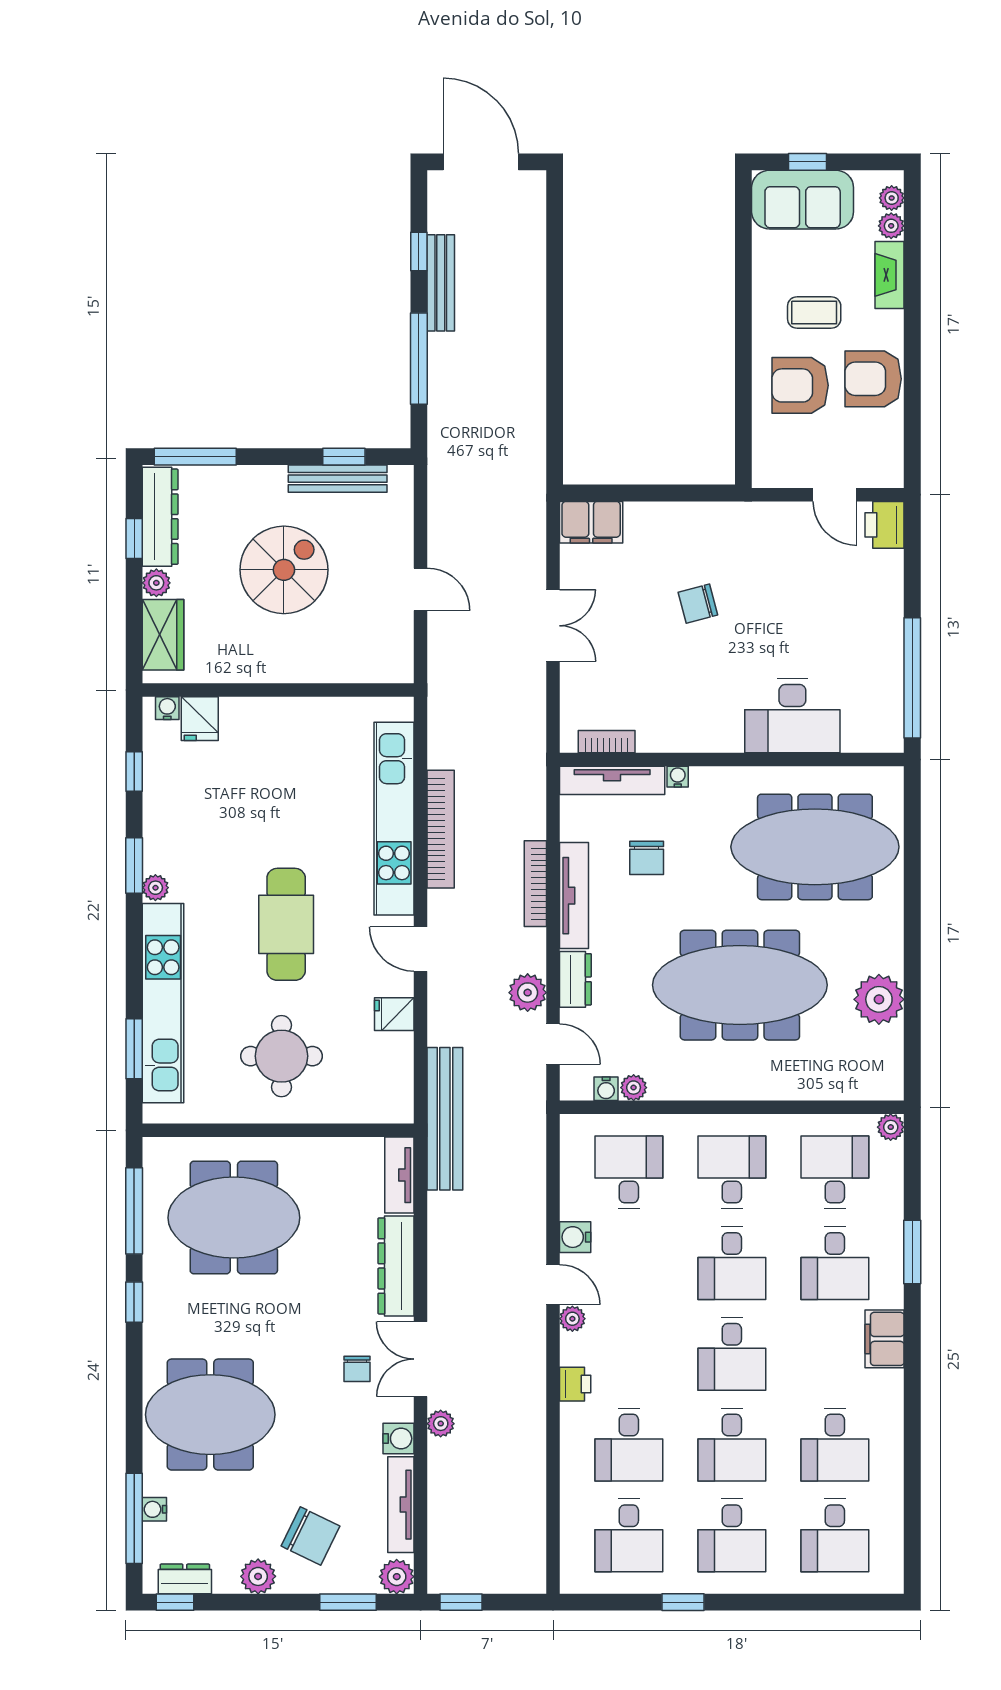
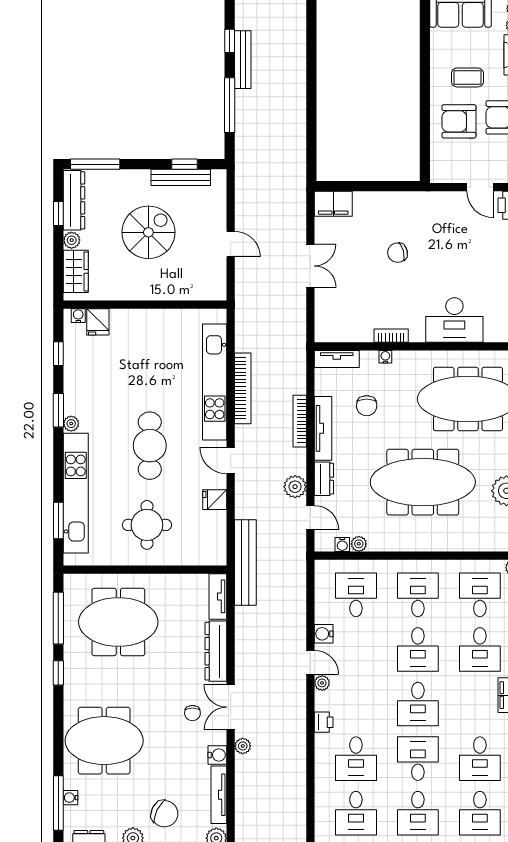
bookcase: (607, 742) -> (391, 336), moved
tv unit: (612, 780) -> (337, 359), width x0.71
desk: (732, 1445) -> (418, 759), turned 180

